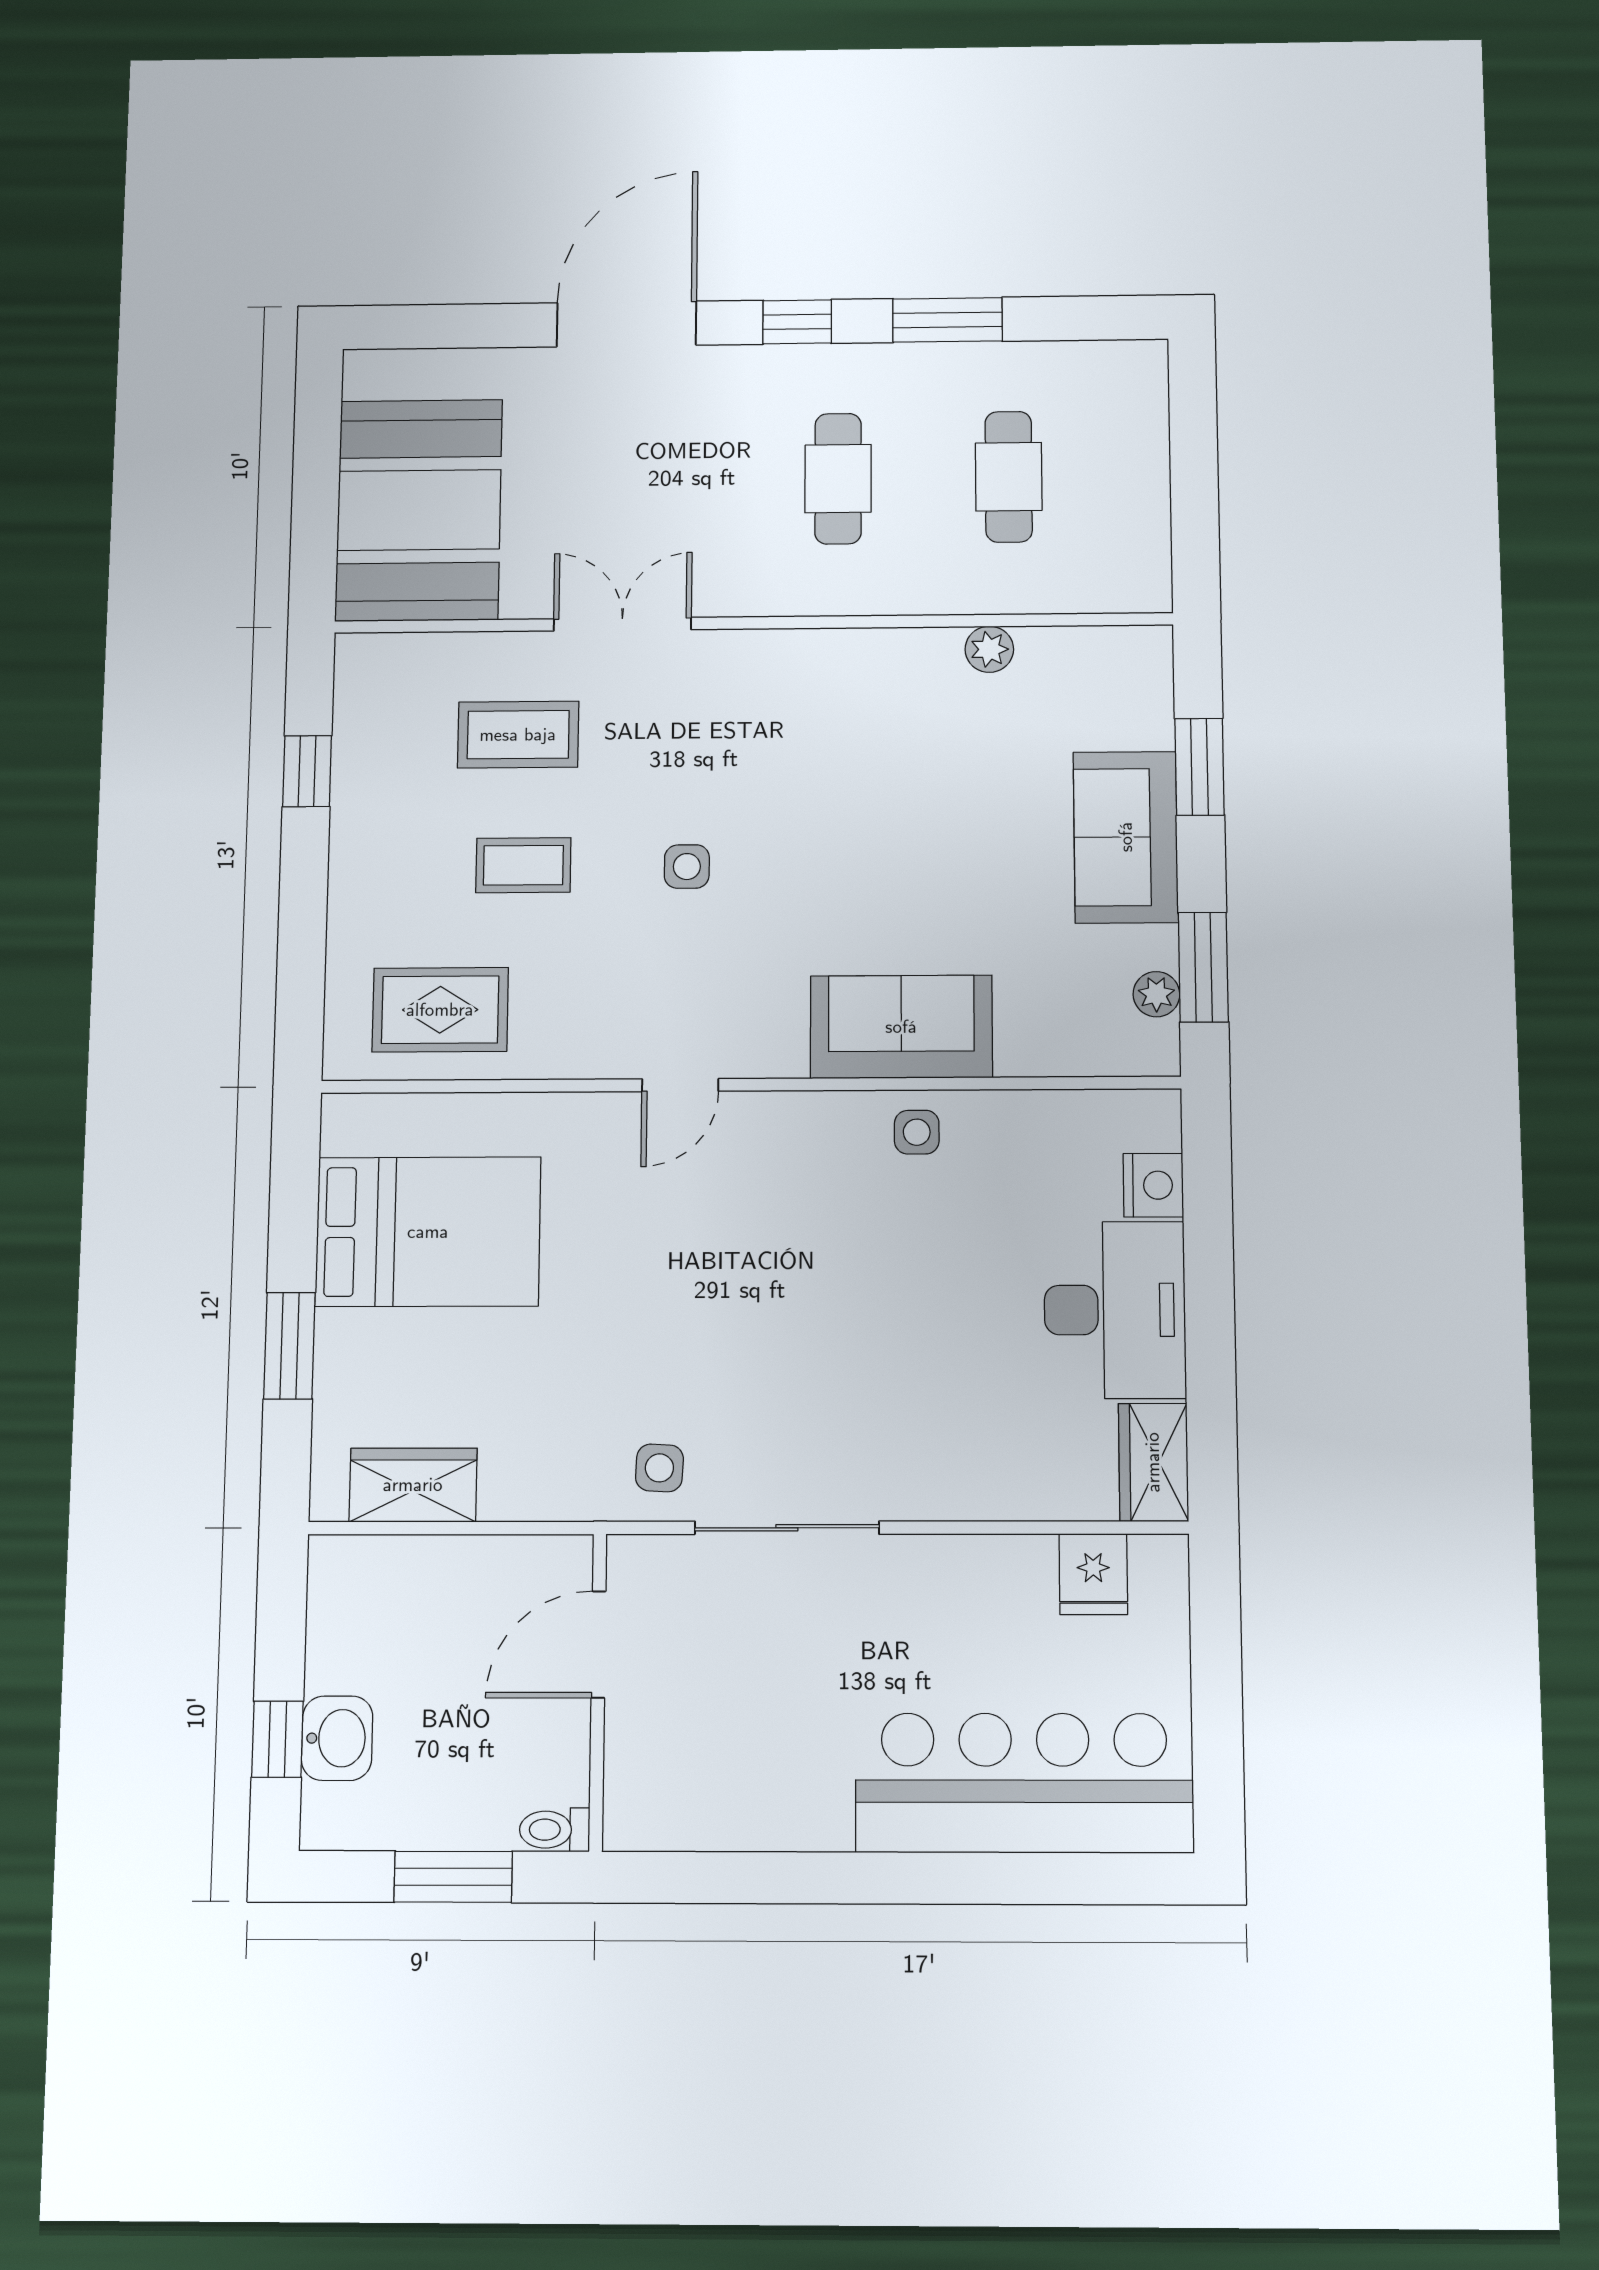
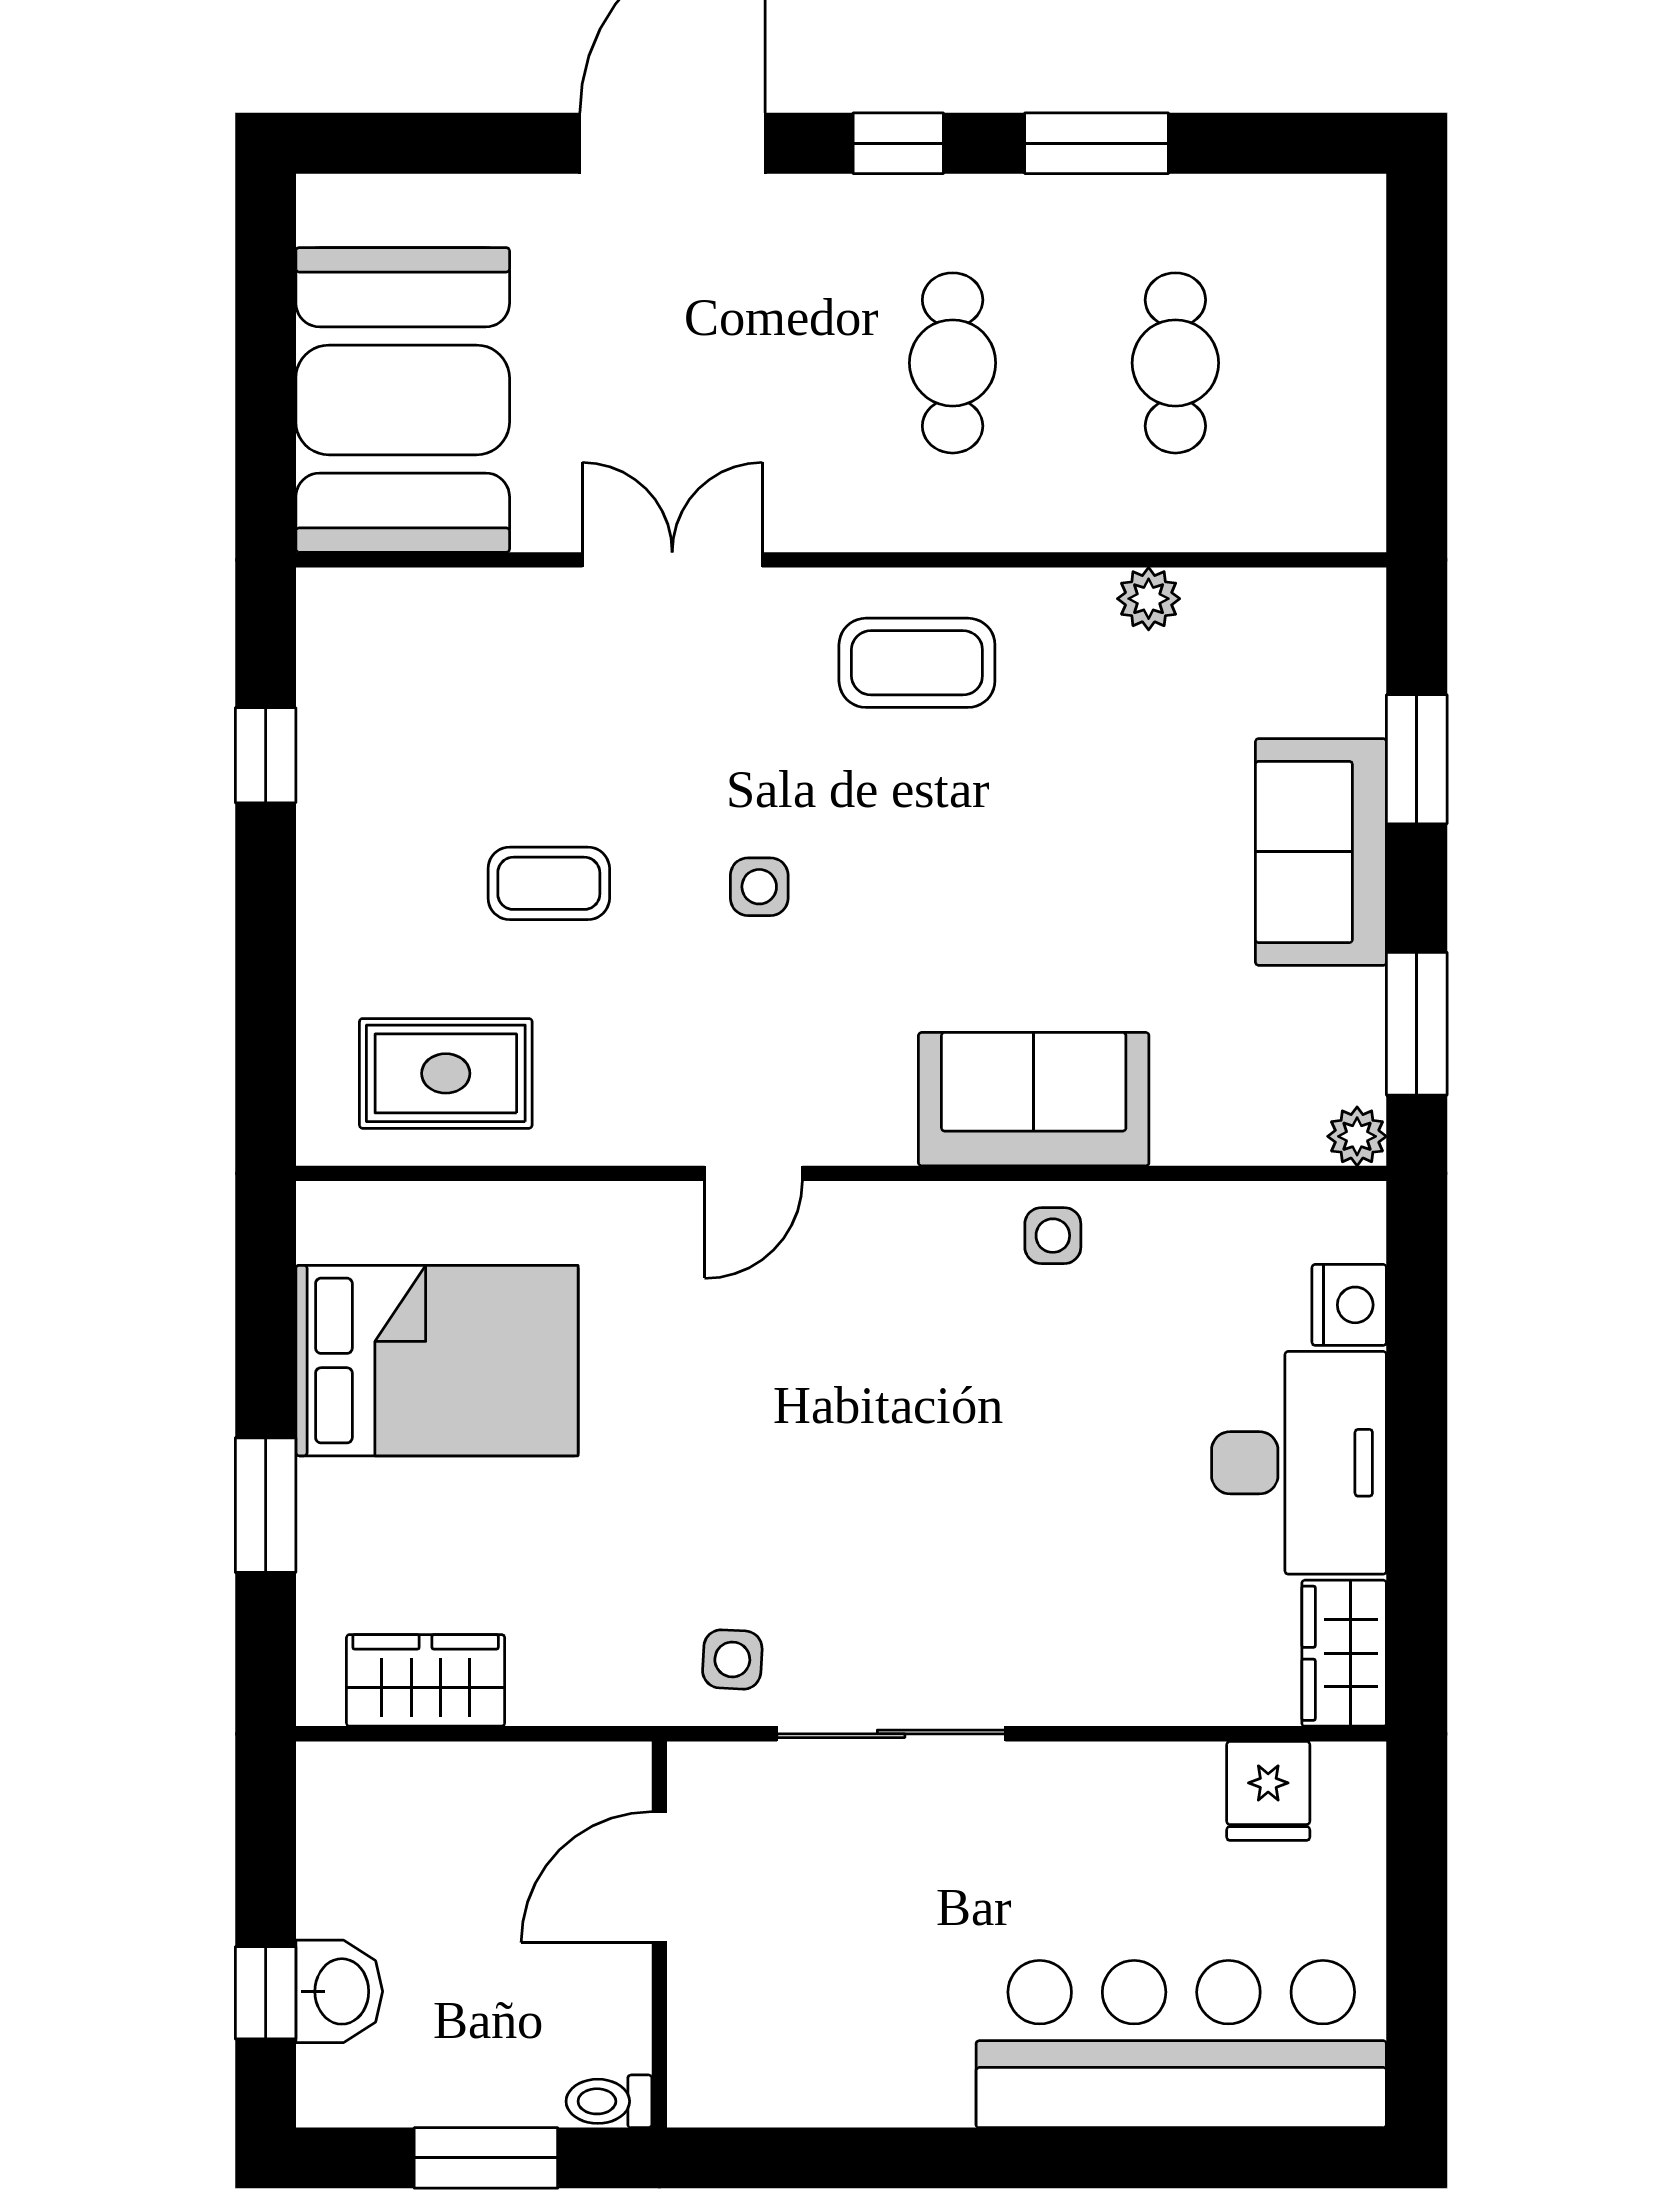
coffee table: (518, 735) -> (917, 663), moved
plant: (1156, 994) -> (1357, 1136), moved

